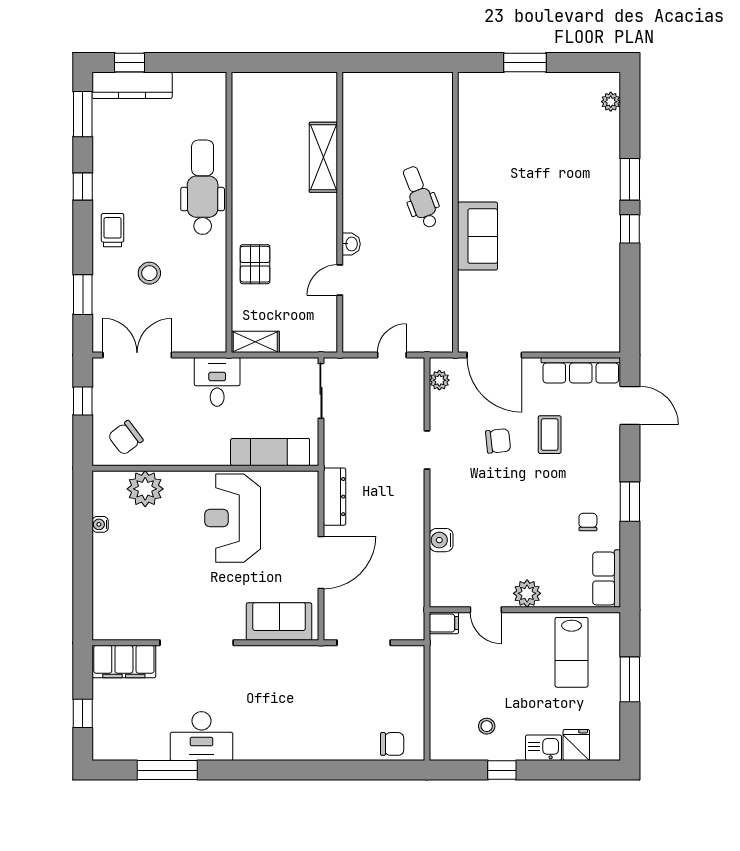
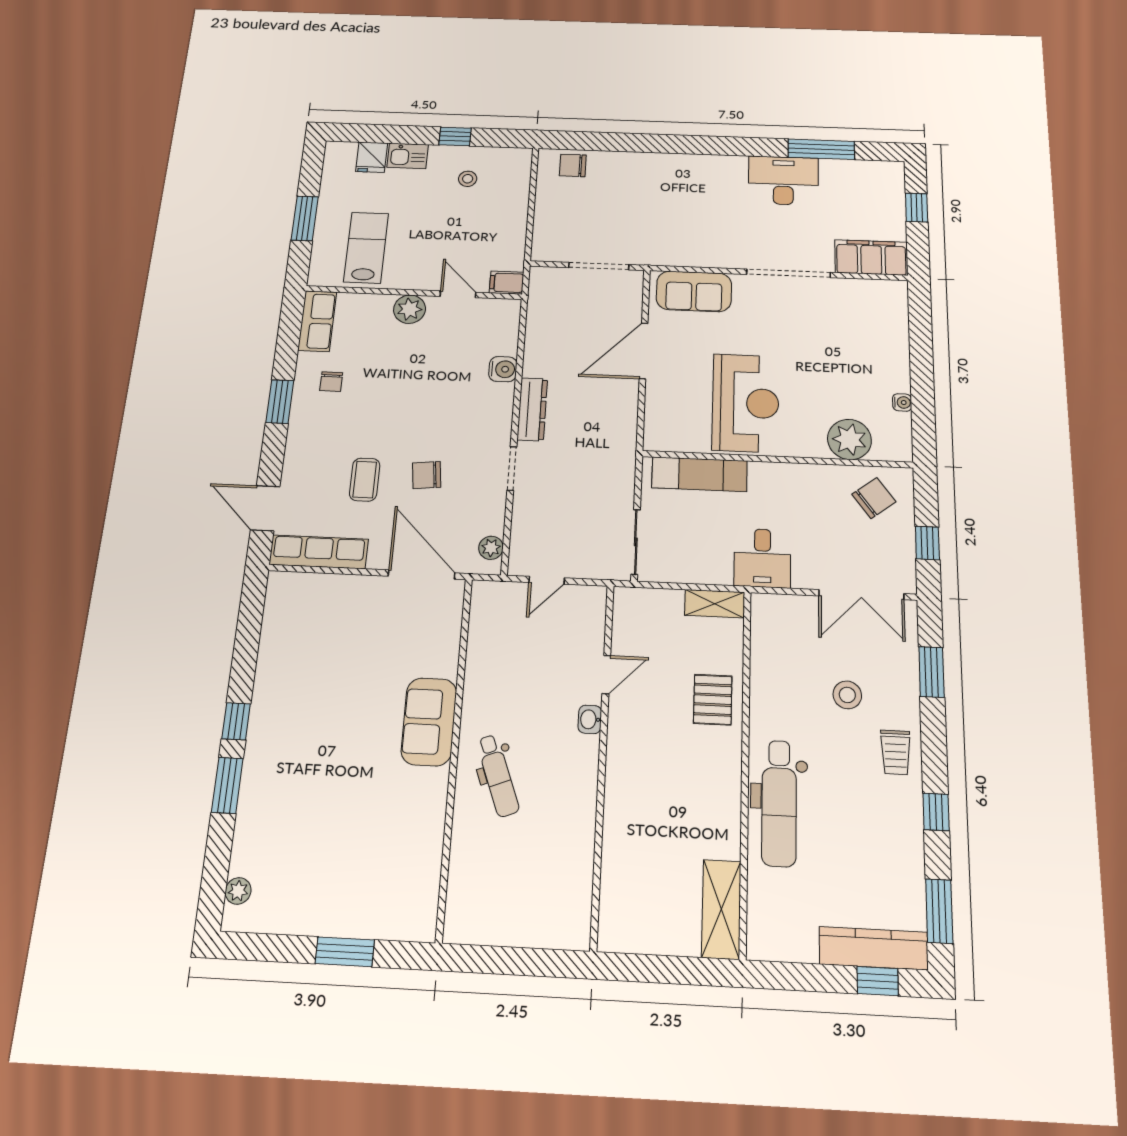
shelving: (323, 157) -> (721, 909), moved
dresser: (335, 497) -> (532, 409), moved, turned 180

